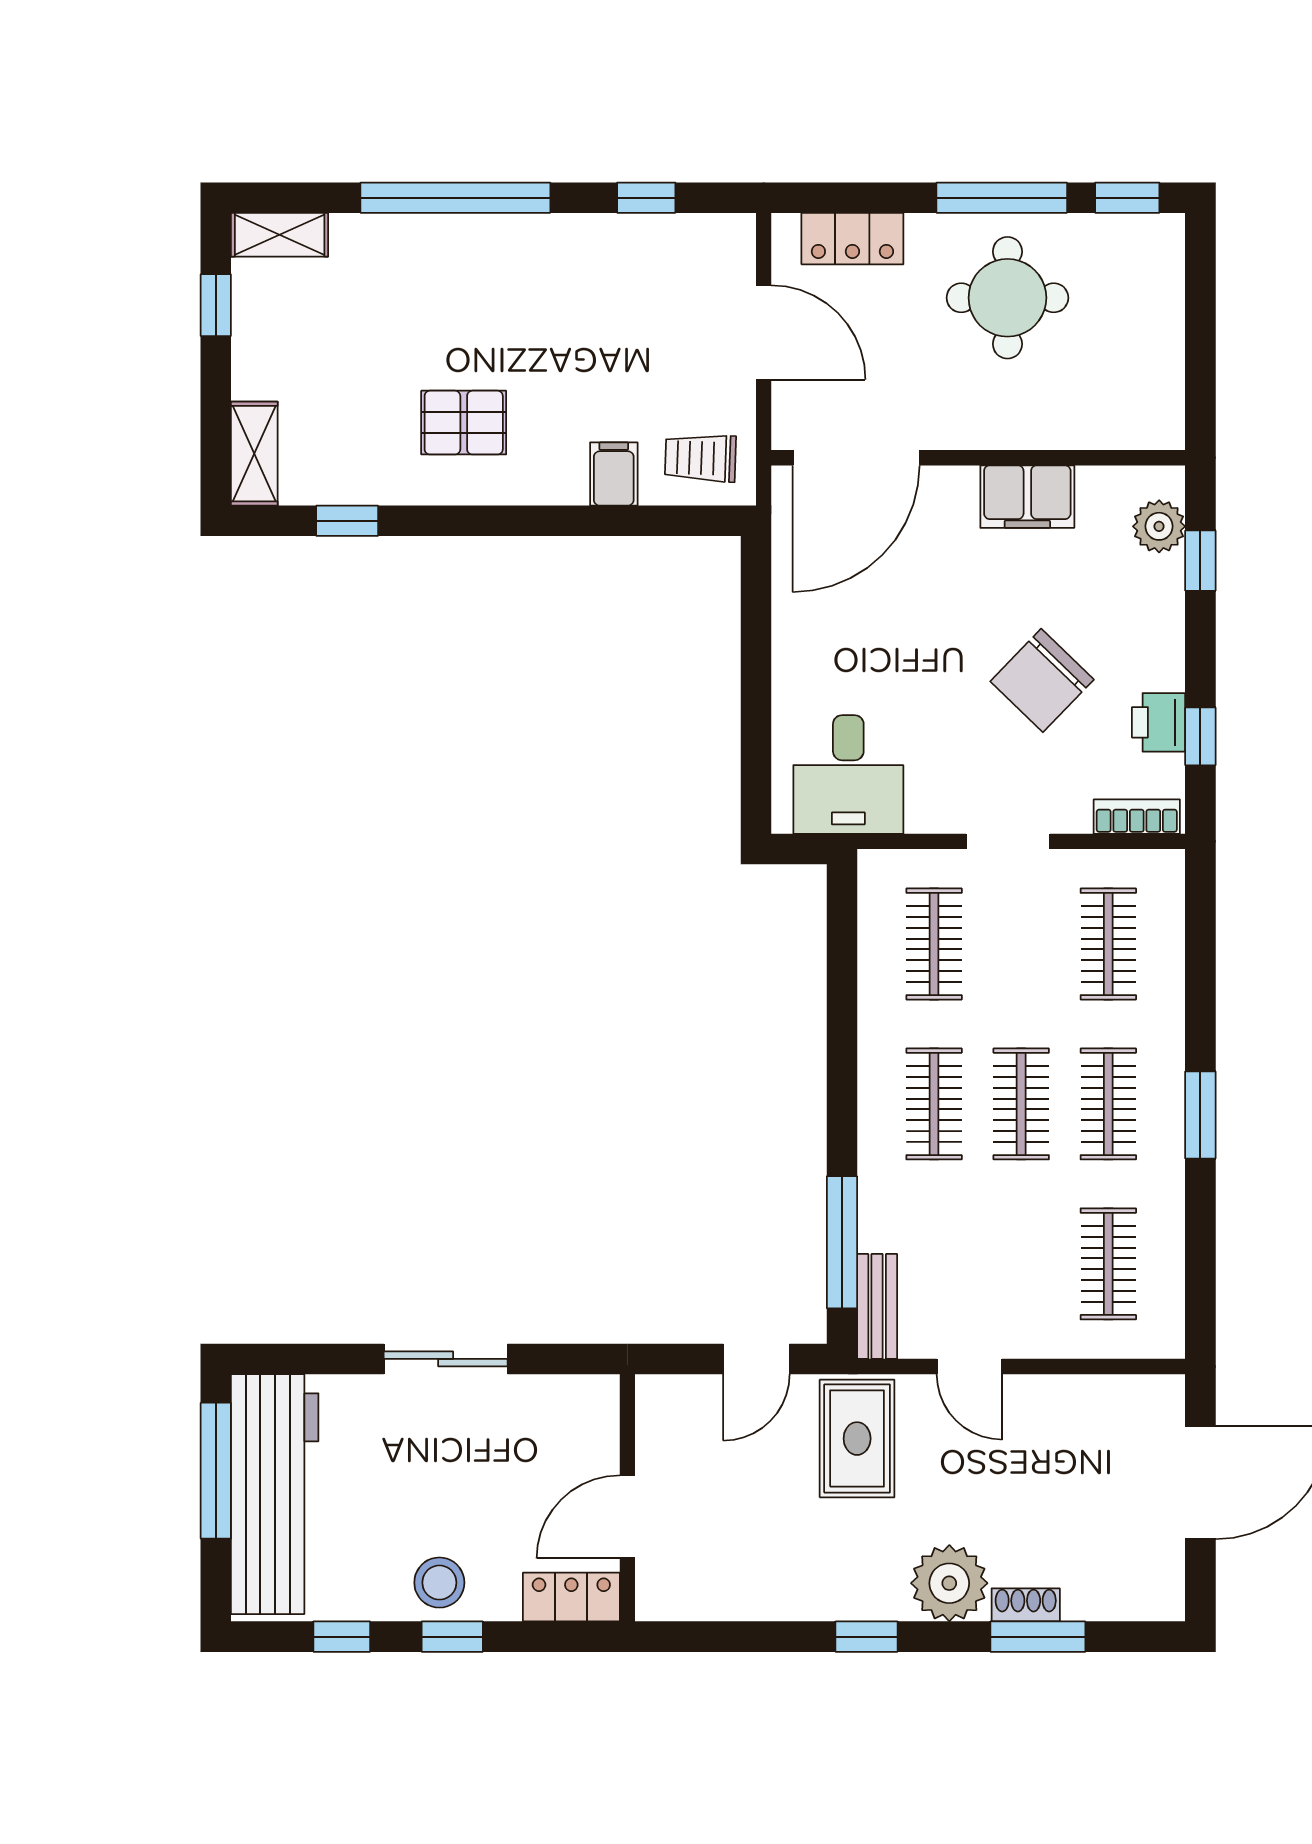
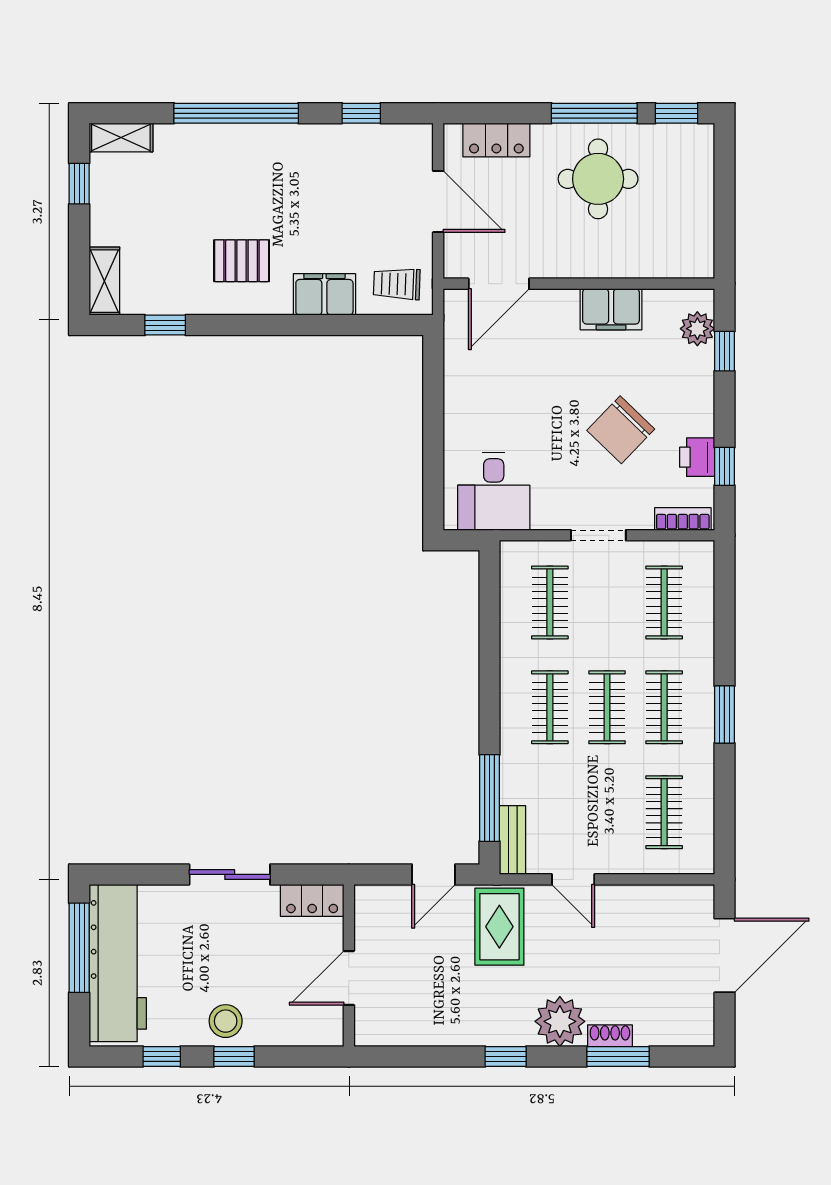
door: (856, 458) -> (499, 284), width x0.73
filing cabinet: (614, 474) -> (324, 294), width x2.00
locker: (571, 1597) -> (312, 900), moved, turned 180

